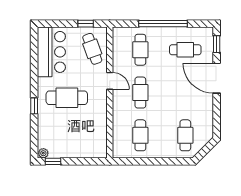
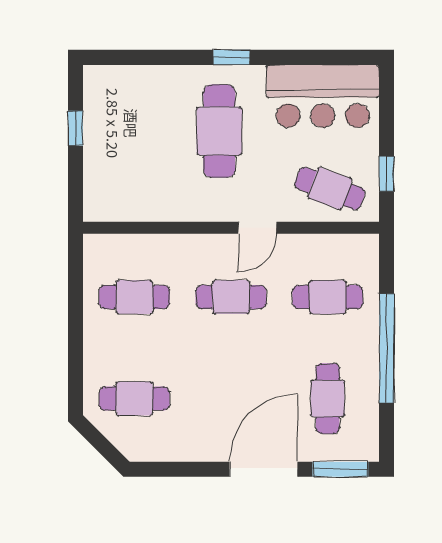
window: (217, 44) -> (340, 469), width x1.50
cafe table: (92, 49) -> (330, 188), turned 40
window: (34, 106) -> (232, 57), moved
plant: (43, 153) -> (94, 78), removed
window: (53, 161) -> (75, 128), moved

